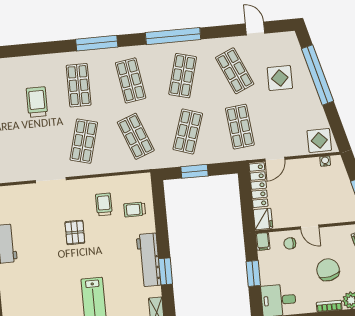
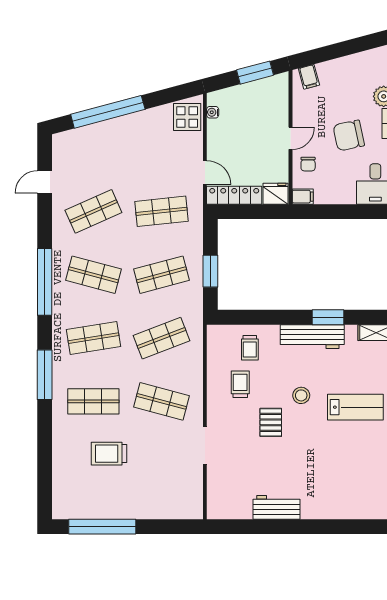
display table: (280, 78) -> (107, 158), removed
shop shelf: (188, 131) -> (161, 275), turned -33
trolley: (104, 204) -> (240, 384), turned 90
pallet: (75, 232) -> (271, 422), turned 90
stool: (99, 255) -> (301, 395), added
chair: (328, 270) -> (349, 135), moved
window: (253, 273) -> (340, 212), removed

